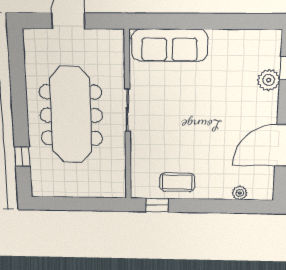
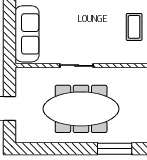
window: (22, 156) -> (115, 149), width x2.17

